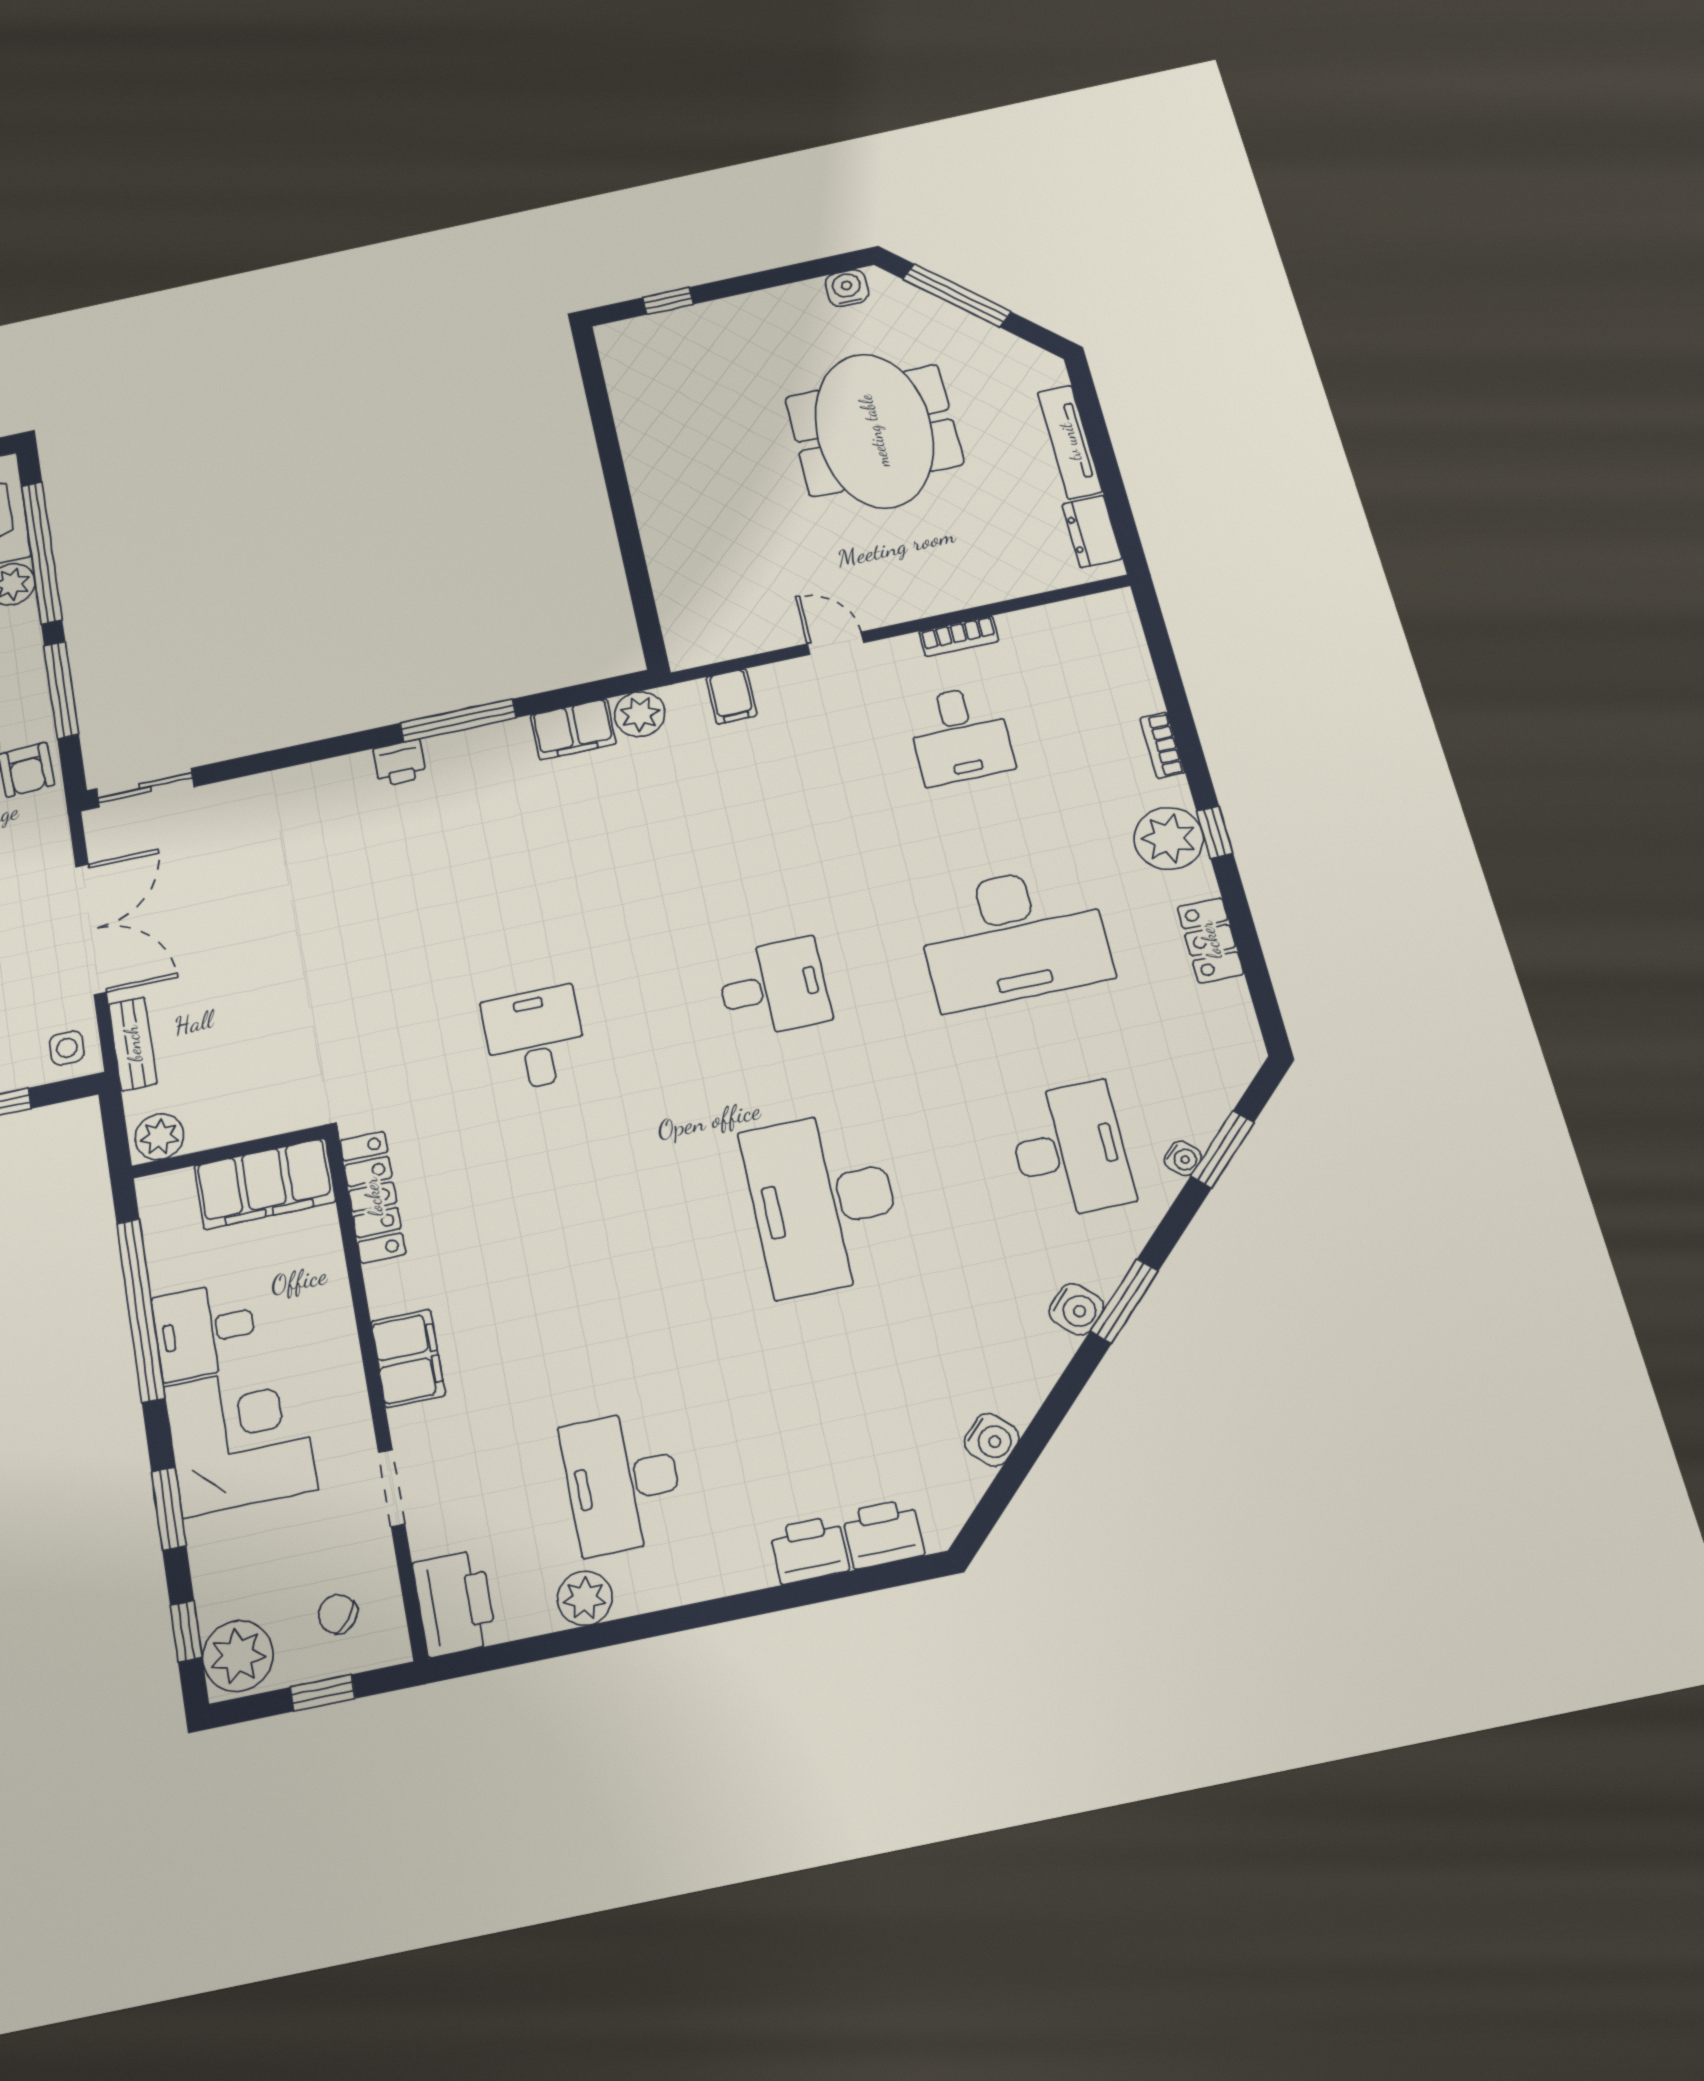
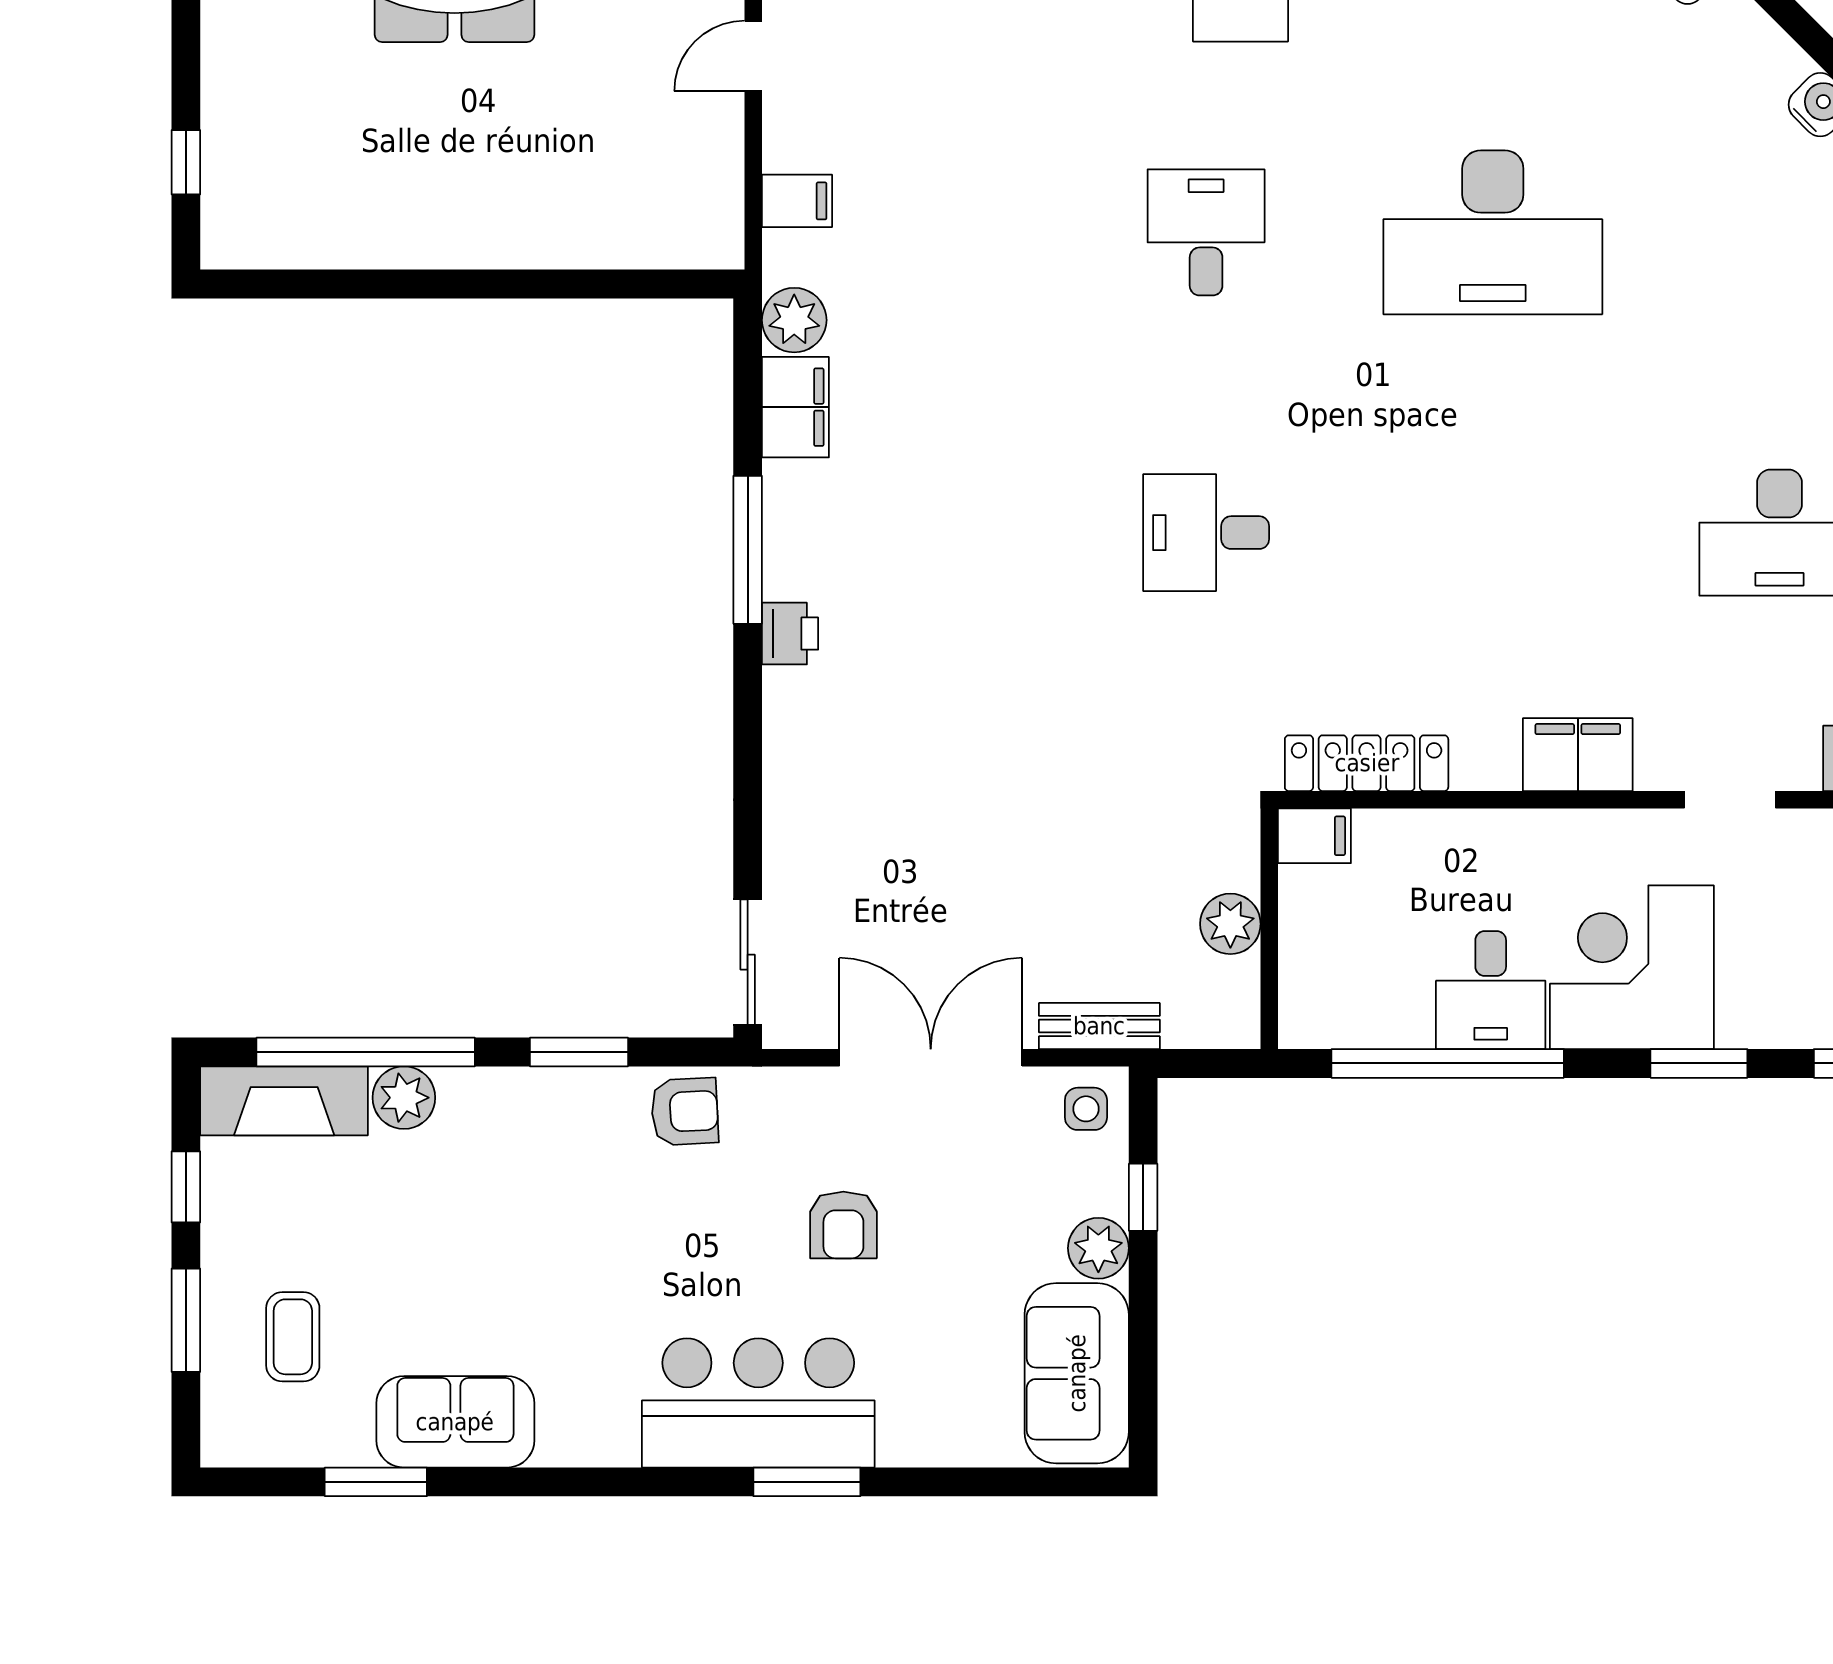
window: (61, 690) -> (579, 1052), width x0.69
plant: (160, 1137) -> (1230, 924), moved
filing cabinet: (265, 1184) -> (1314, 836), width x0.33, depth x0.86

